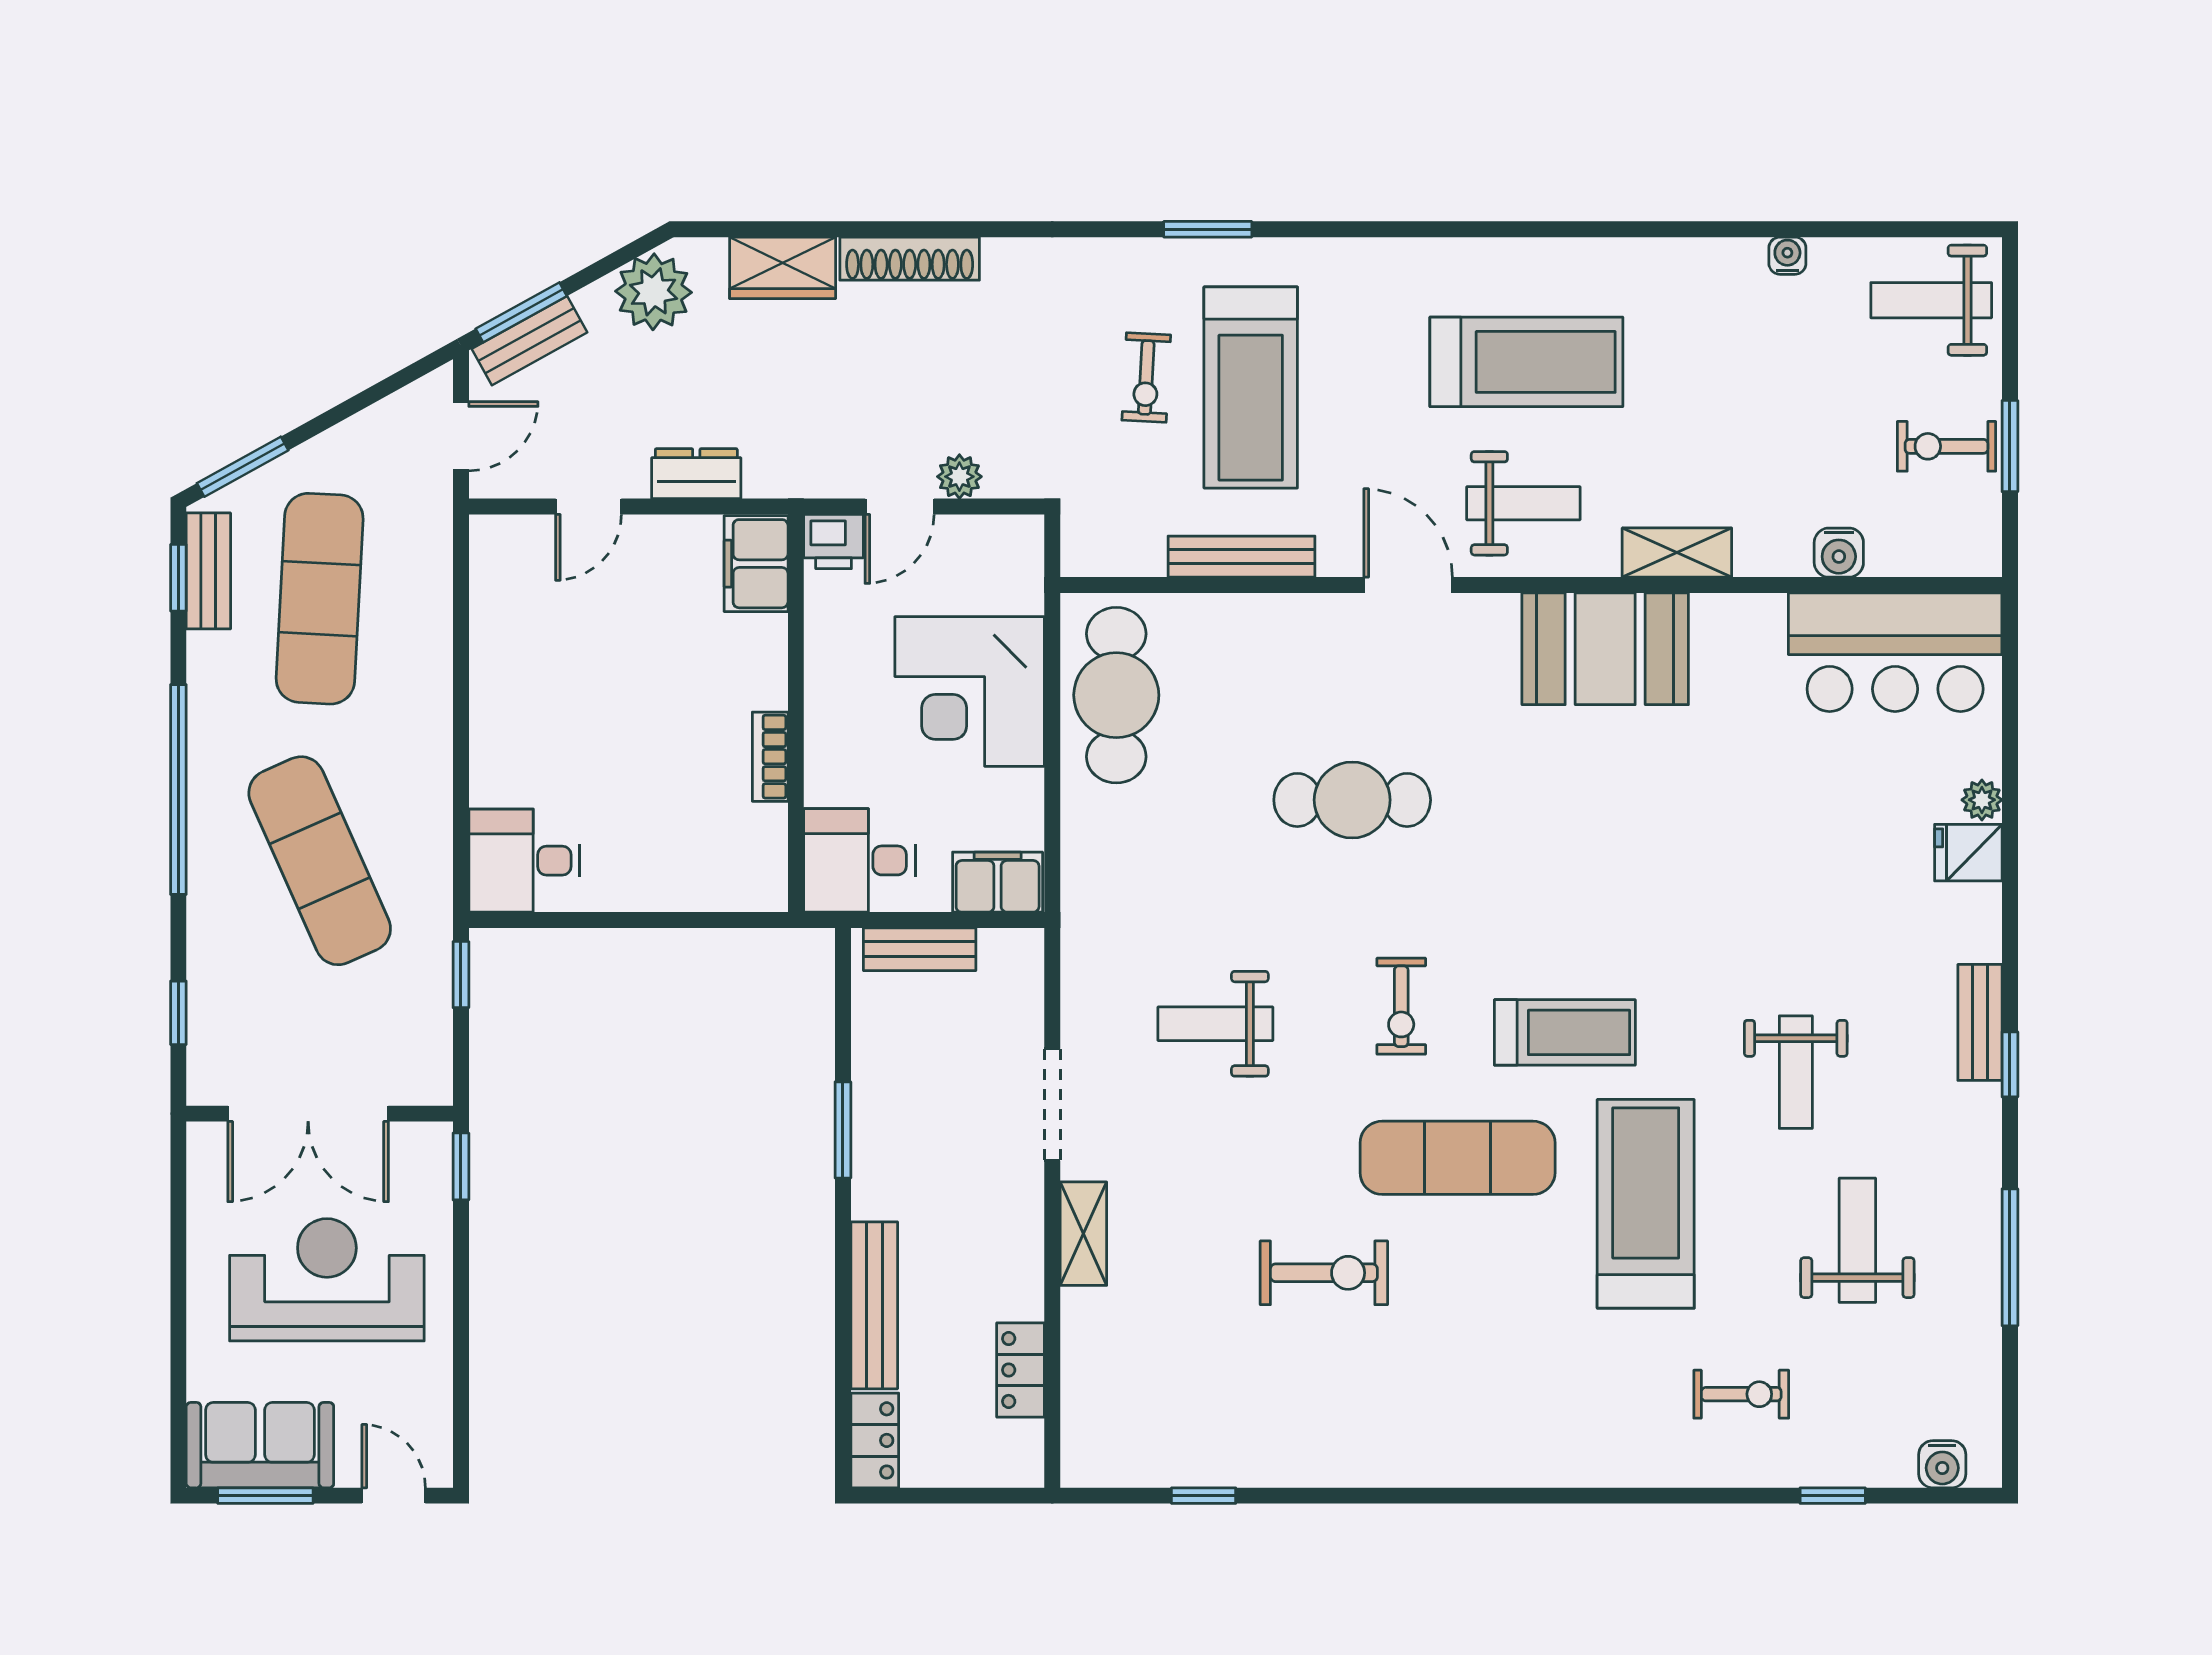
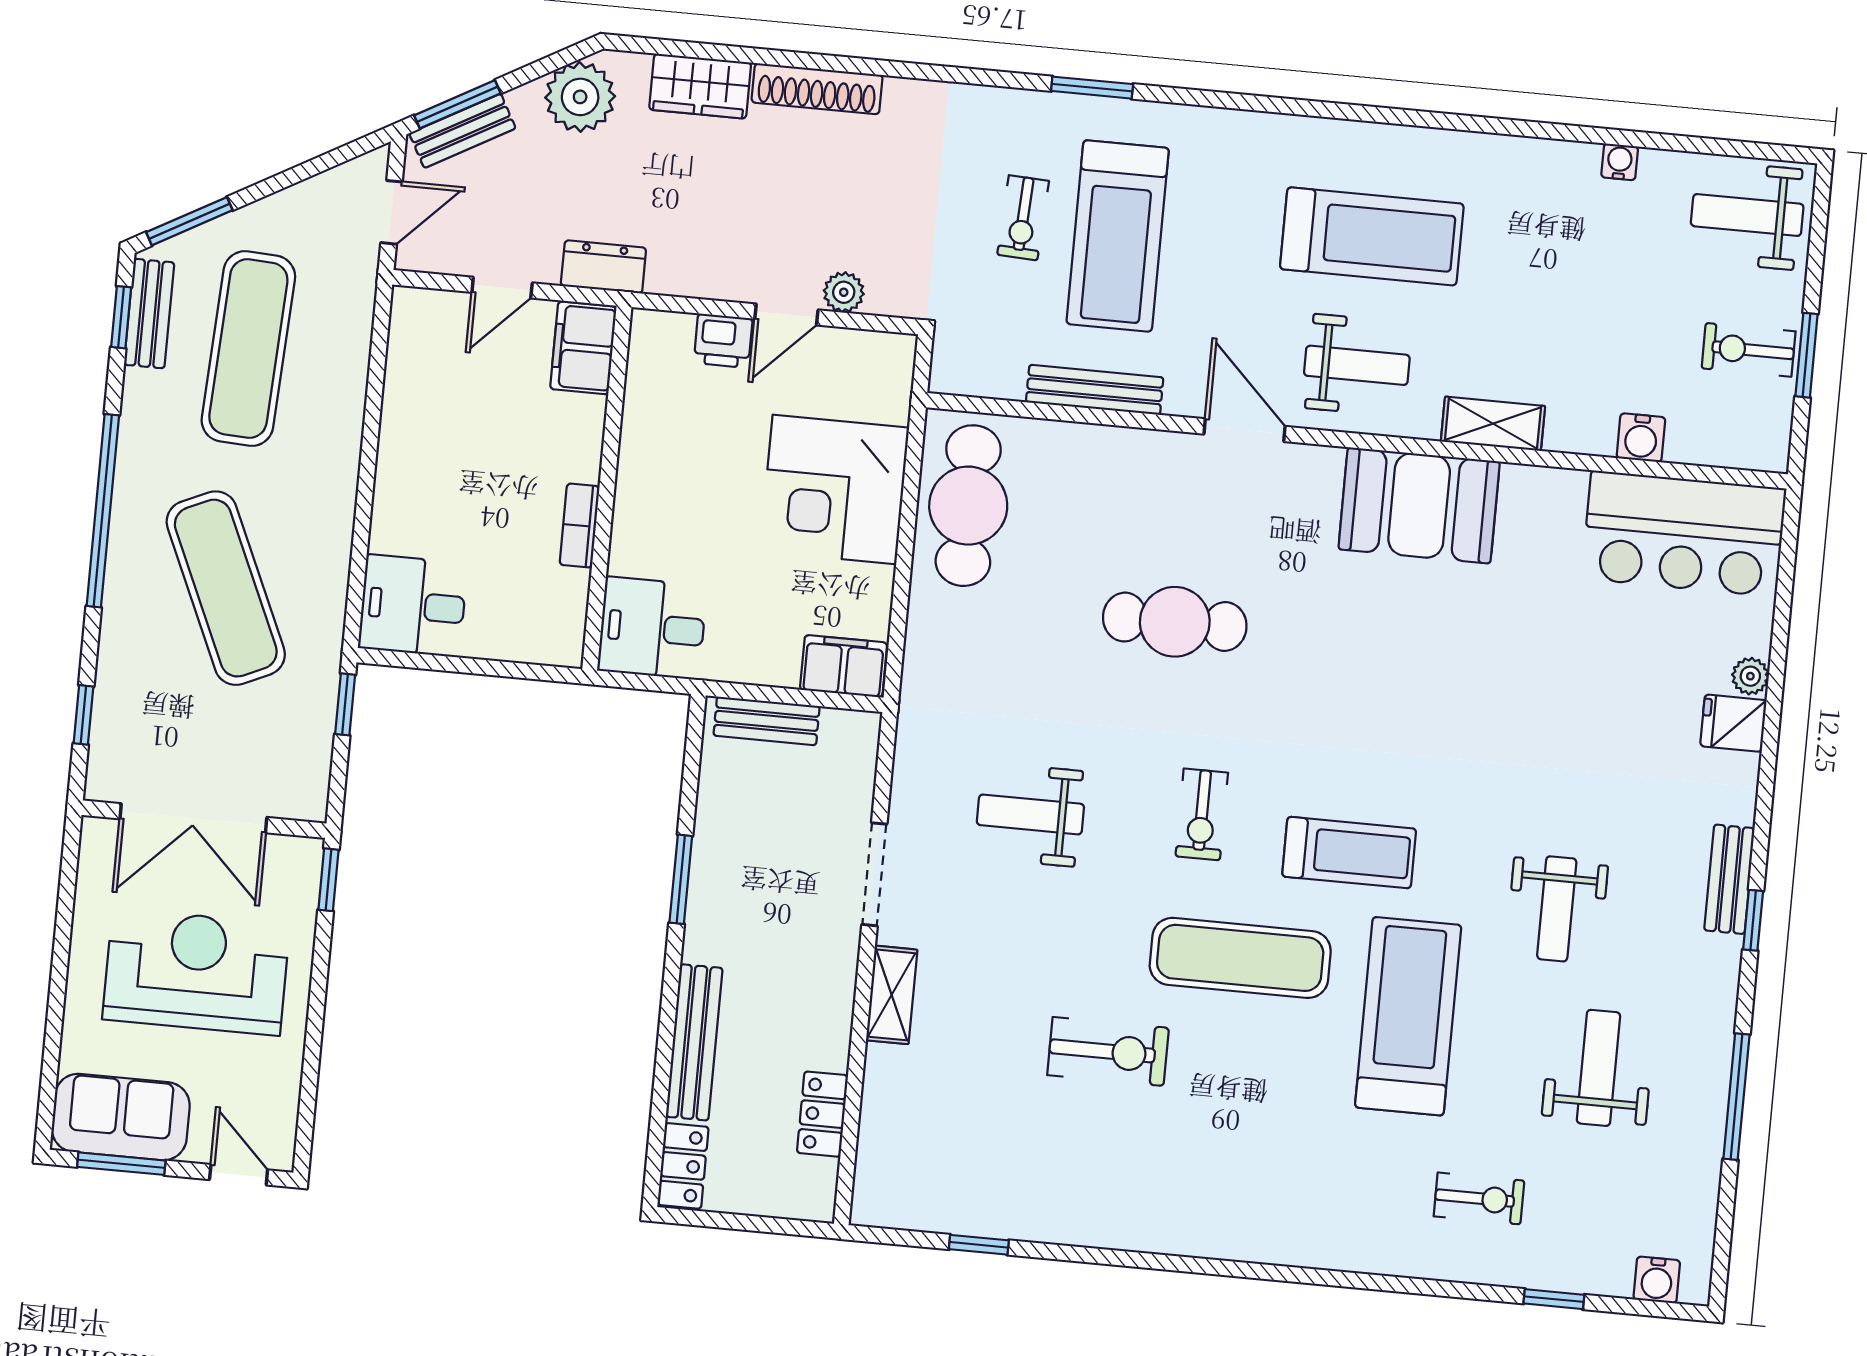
filing cabinet: (756, 564) -> (583, 348), moved
wall: (796, 713) -> (607, 488), moved
bookcase: (770, 757) -> (580, 526), moved
desk: (859, 860) -> (652, 628), moved

